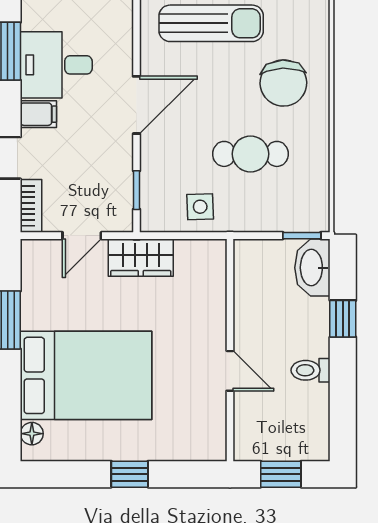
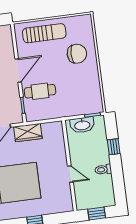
chair: (283, 83) -> (77, 54), turned -88
cafe table: (250, 154) -> (40, 91), moved
side table: (200, 207) -> (49, 109), removed
washbasin: (312, 268) -> (82, 125), moved, turned -90

